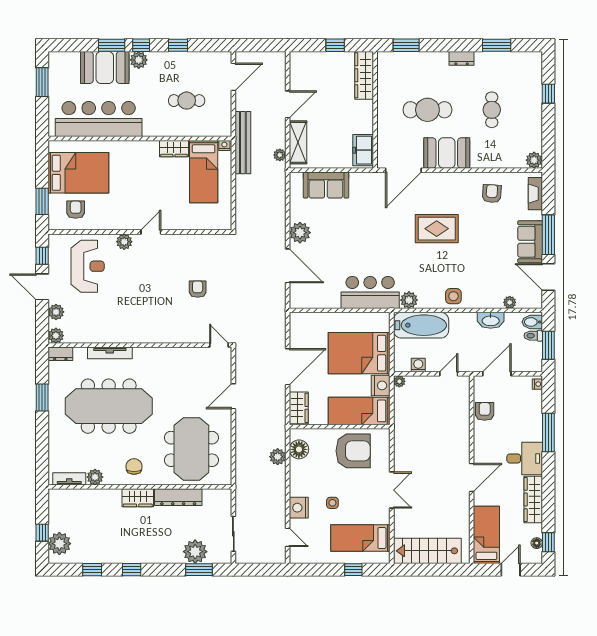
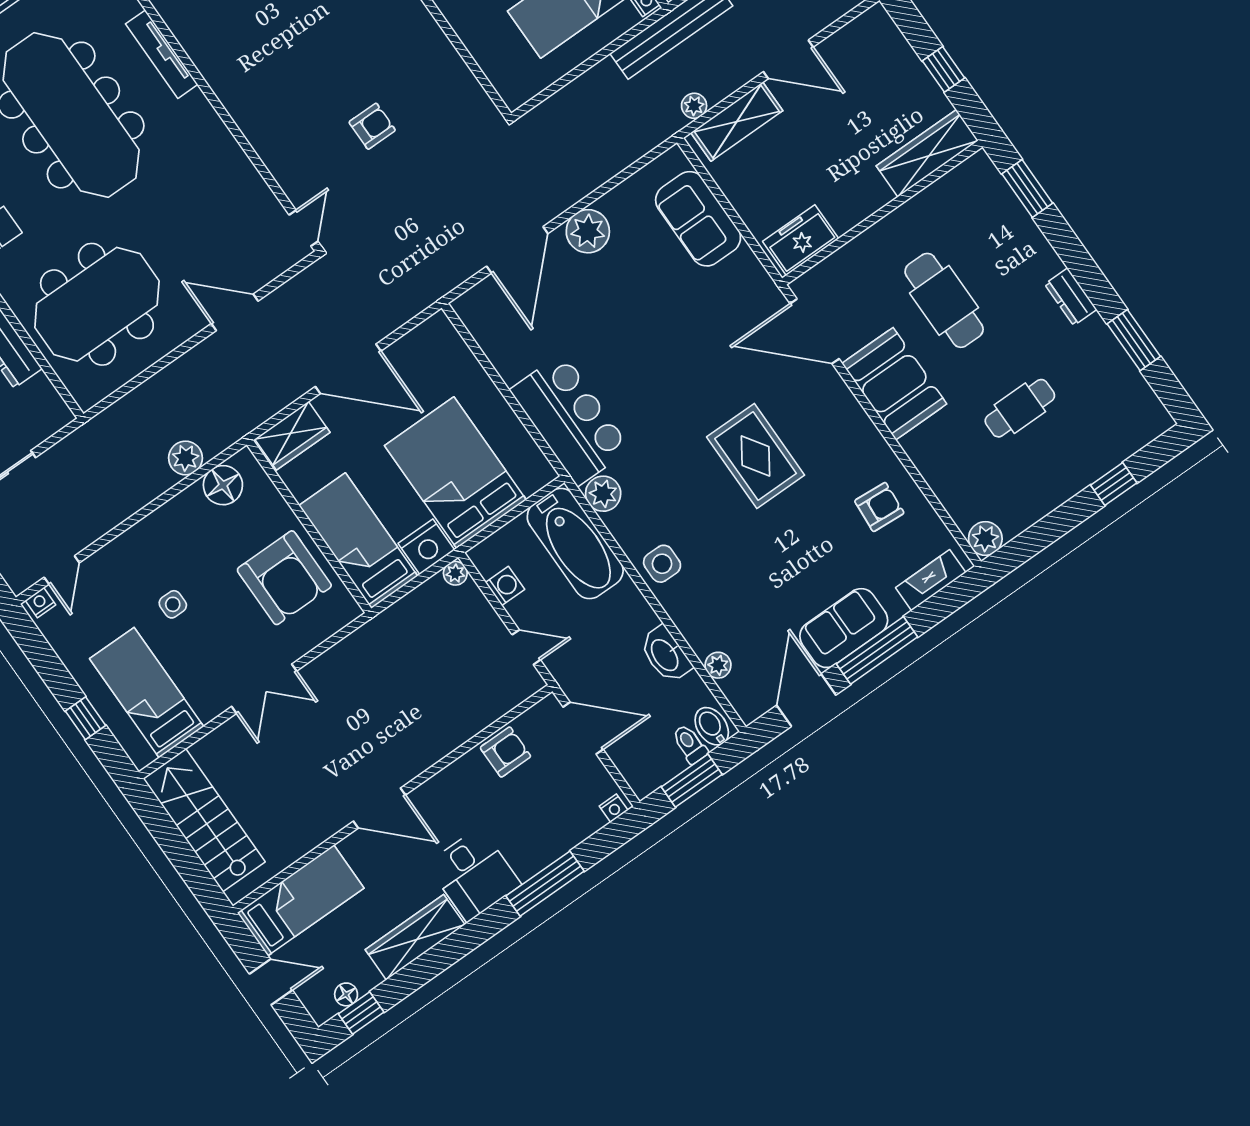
nightstand: (299, 508) -> (40, 603), moved, width x0.53, depth x0.56

